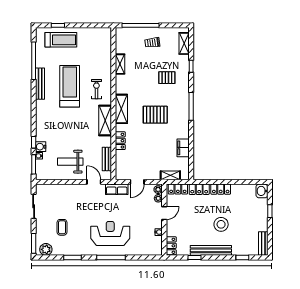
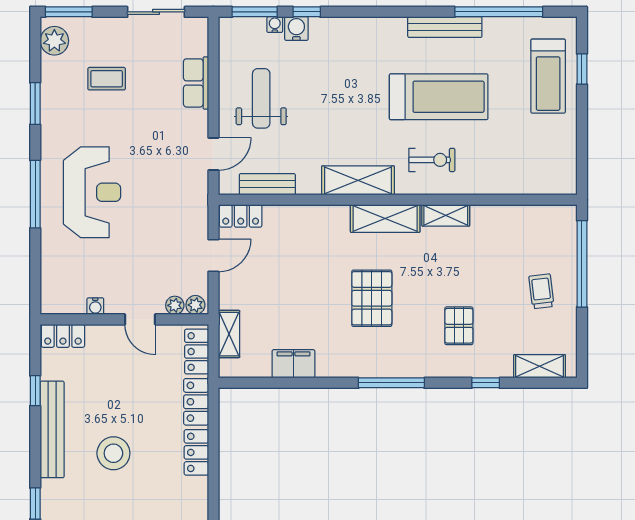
shelving: (120, 64) -> (446, 215), moved
locker: (120, 141) -> (241, 216), moved
door: (137, 182) -> (213, 256), swing flipped
row of seats: (117, 189) -> (196, 83), moved

